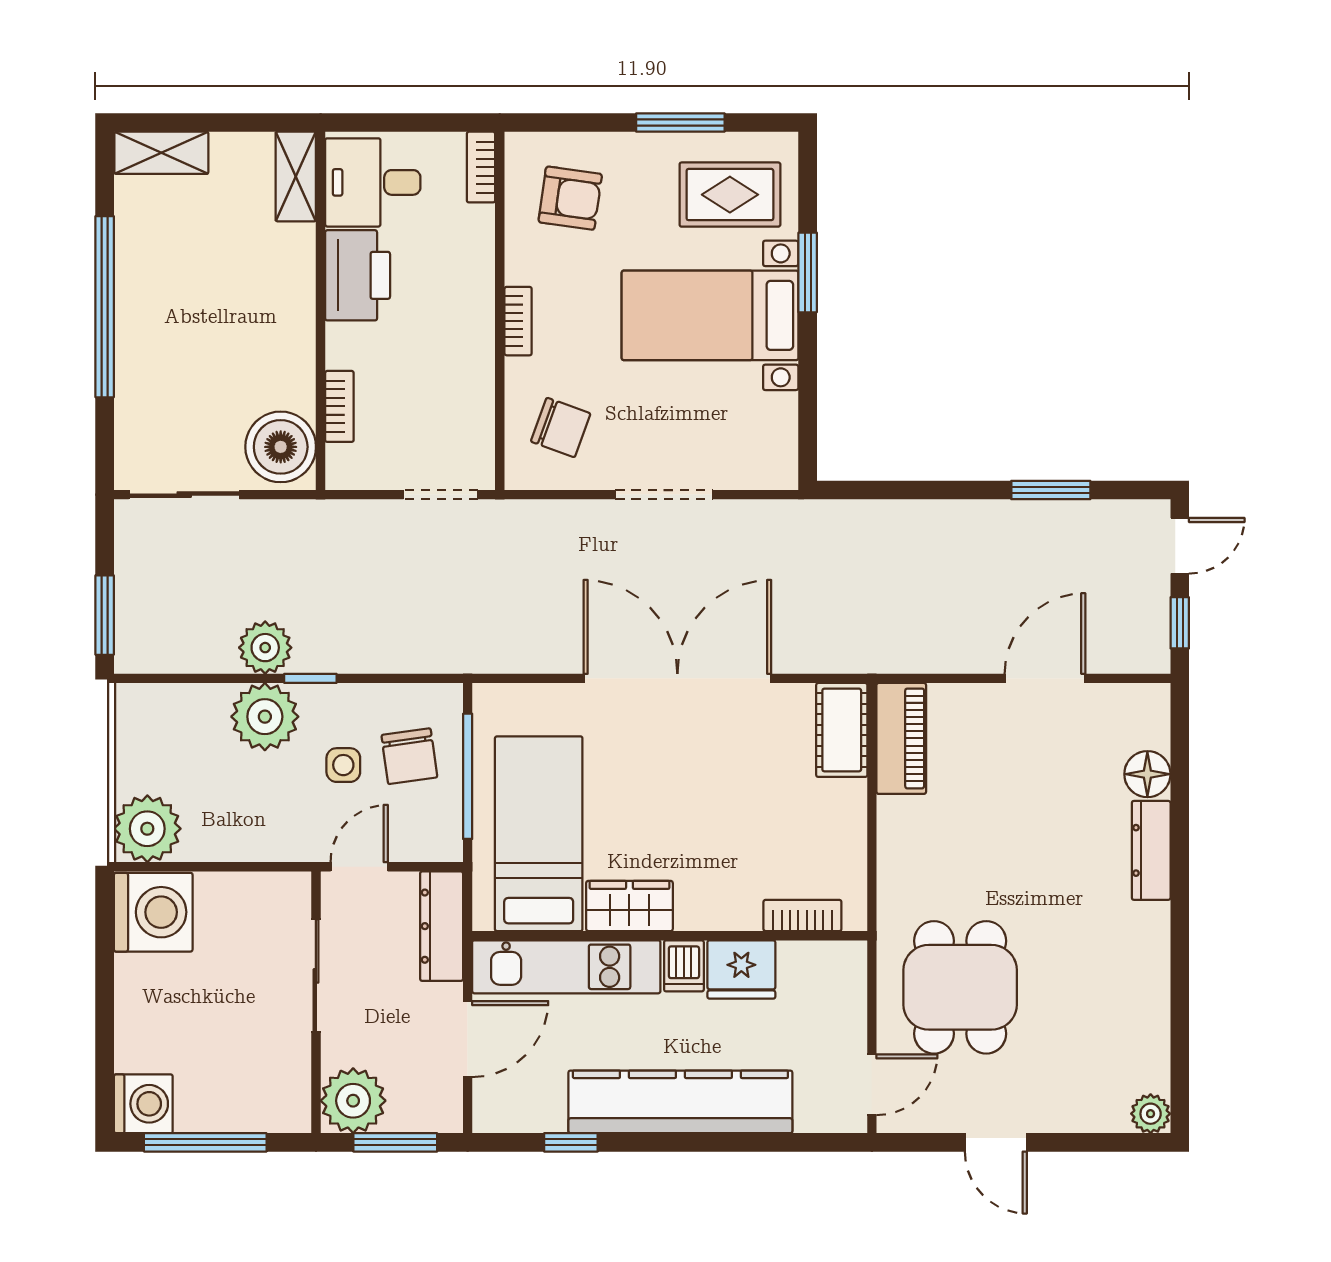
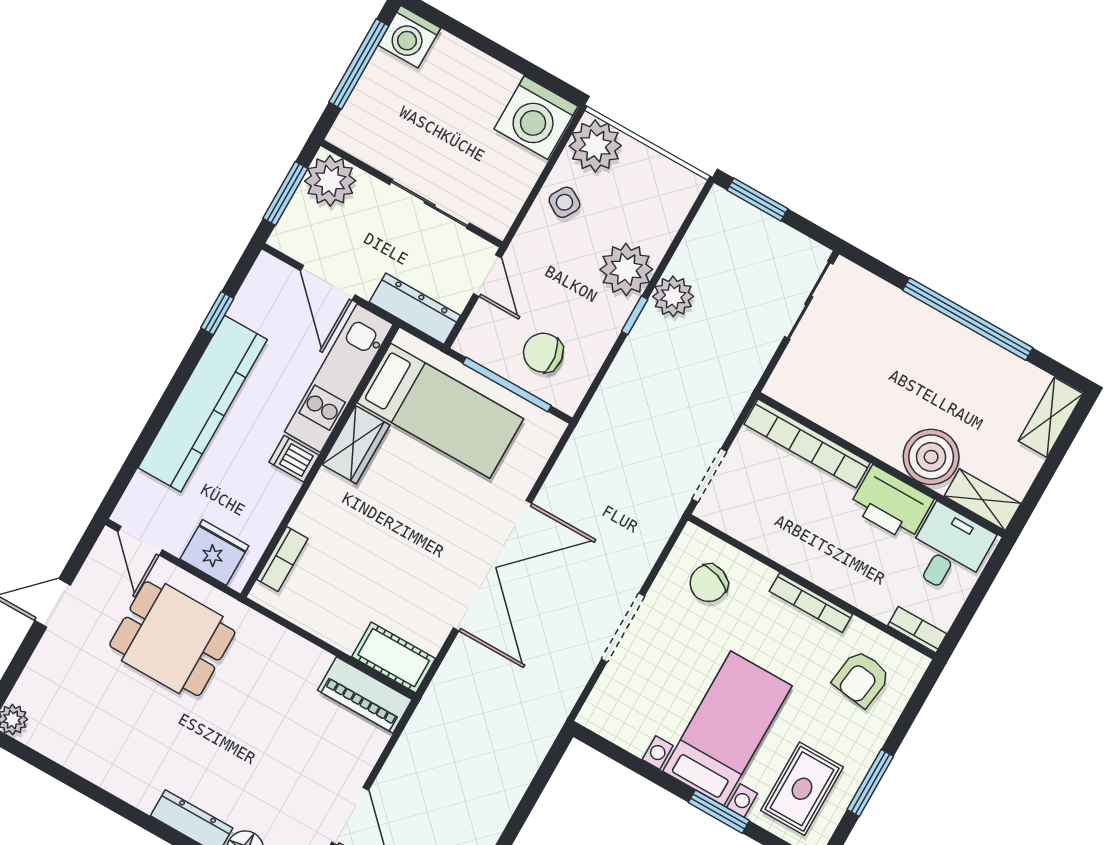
bookcase: (518, 321) -> (811, 603), width x1.56
bookcase: (339, 406) -> (807, 443), width x2.31, depth x1.31
boiler: (281, 447) -> (931, 457), moved
side table: (343, 765) -> (564, 202), moved, turned 31
fridge: (741, 969) -> (214, 552), moved, turned 90

